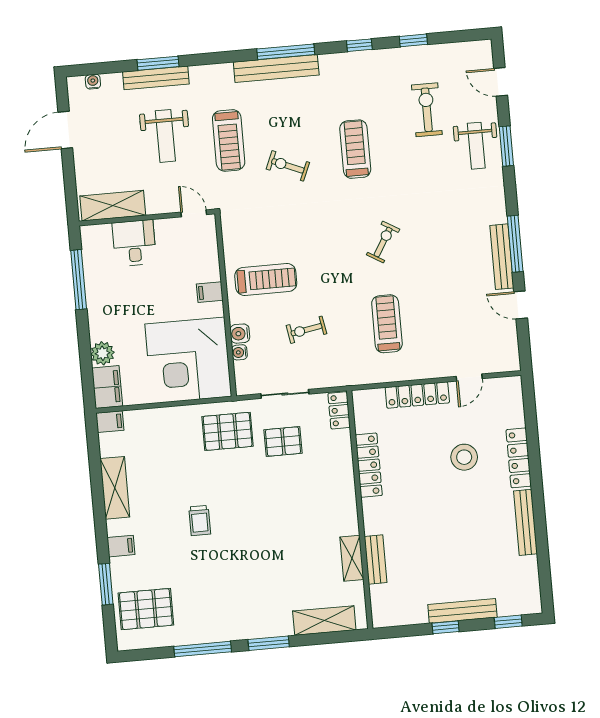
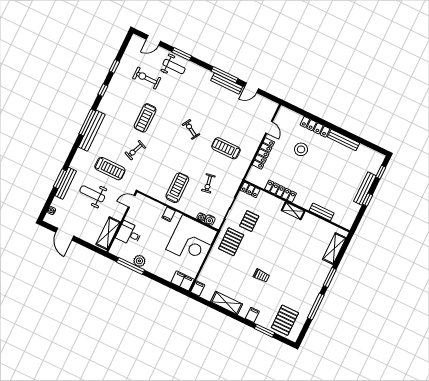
weight bench: (165, 136) -> (92, 194), turned 180
treadmill: (355, 149) -> (145, 118), turned -90
water cooler: (240, 334) -> (210, 220), moved
plant: (102, 353) -> (139, 261), moved
shelving: (352, 558) -> (293, 211), moved

